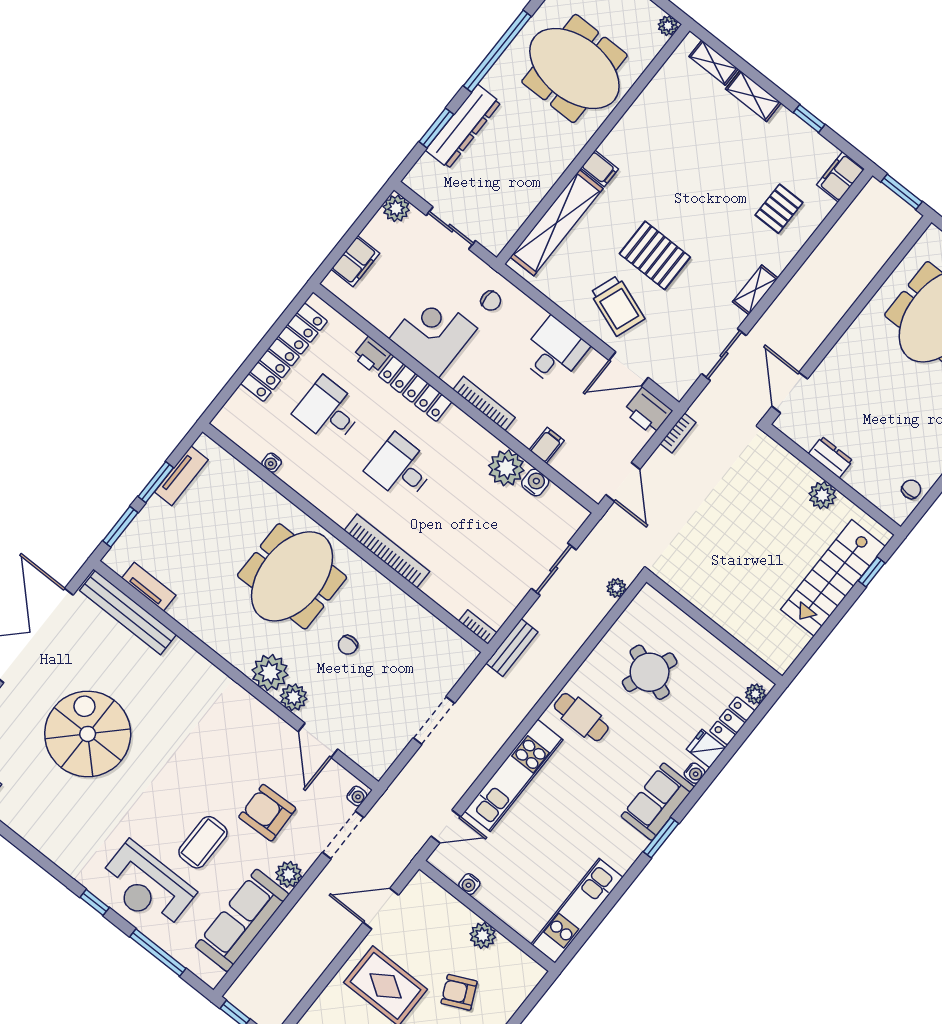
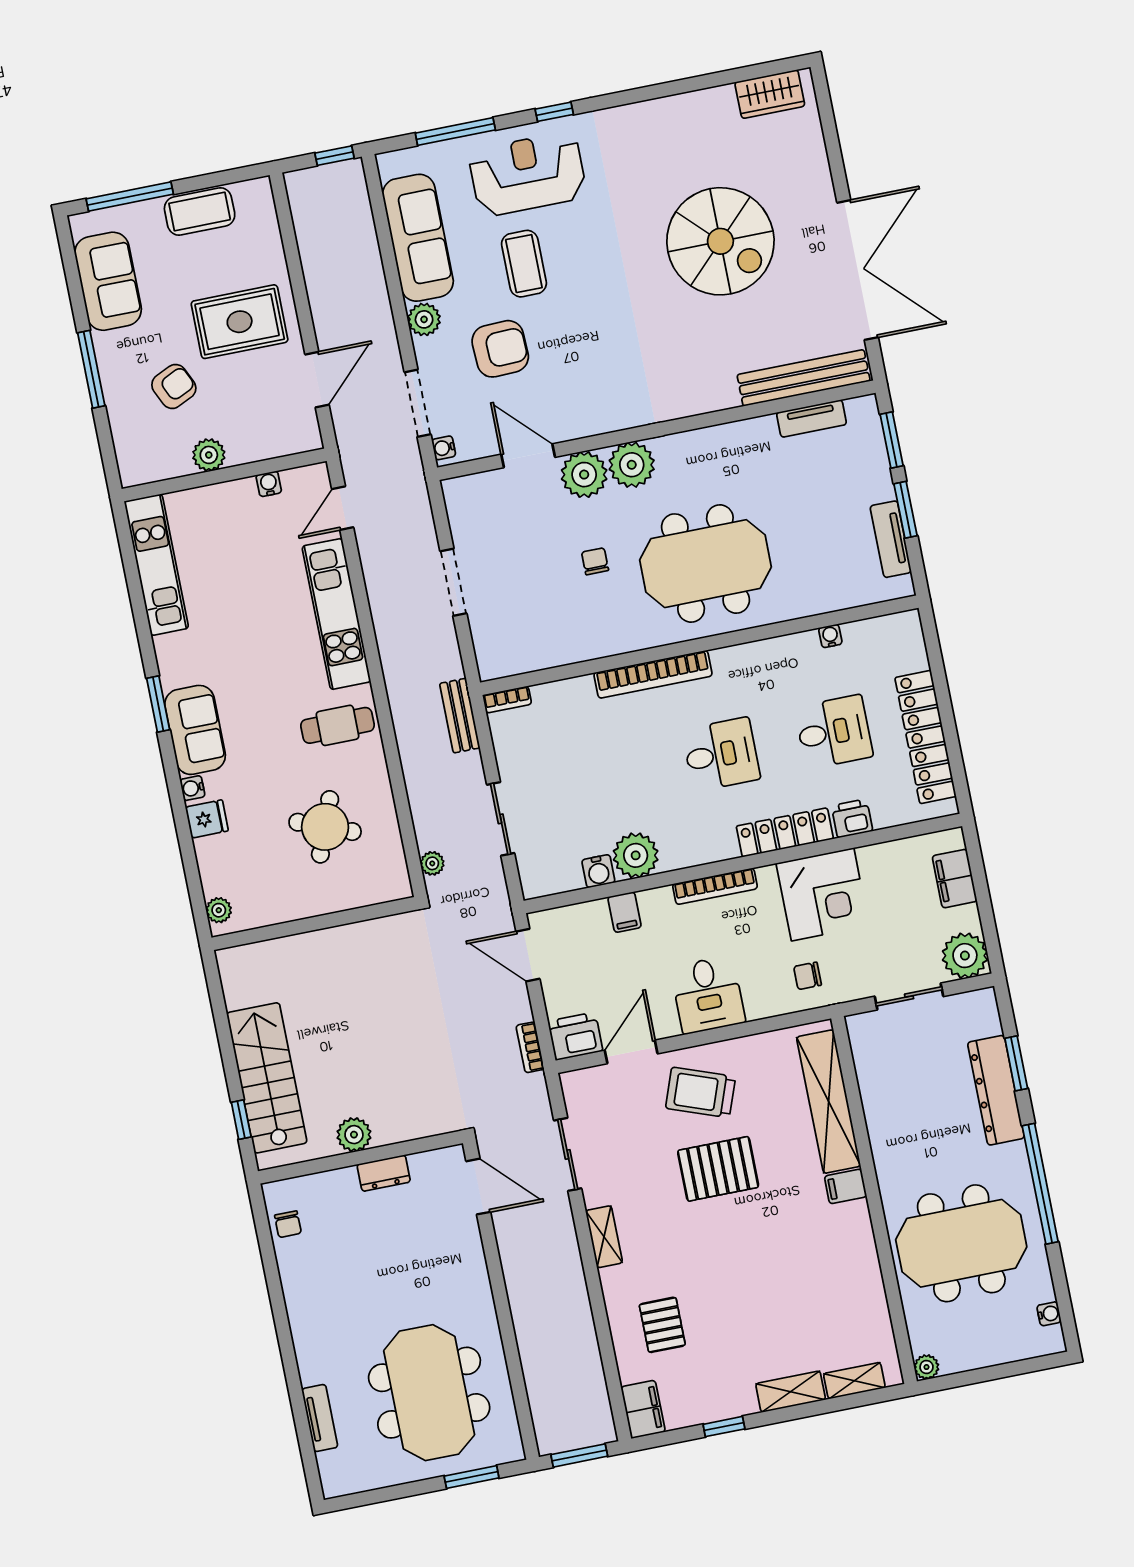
plant: (396, 208) -> (965, 956), width x1.36, depth x1.36
meeting table: (292, 576) -> (705, 564), turned 90
plant: (294, 697) -> (584, 475), width x1.36, depth x1.36
locker: (732, 721) -> (212, 866), removed

